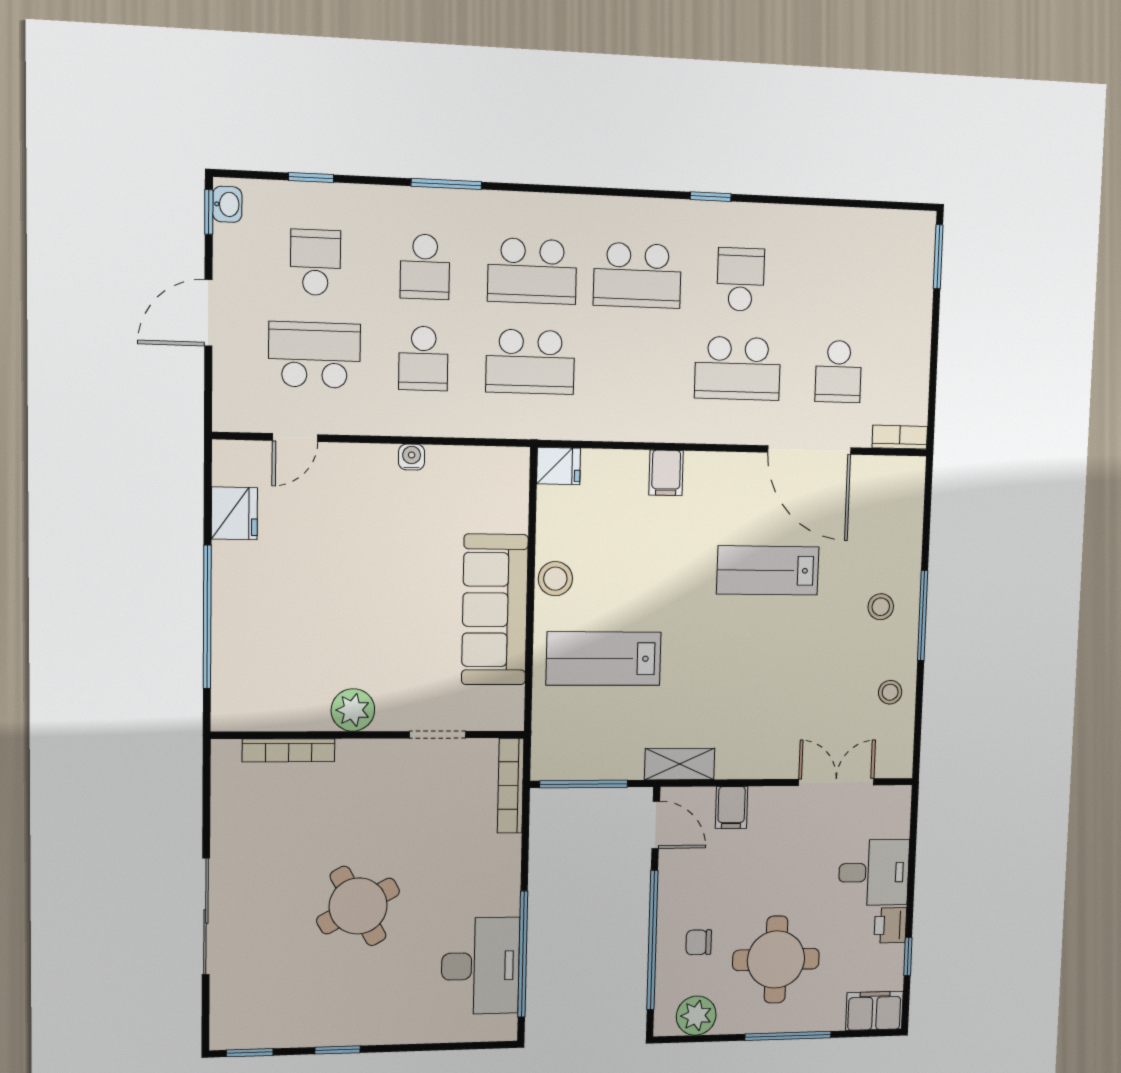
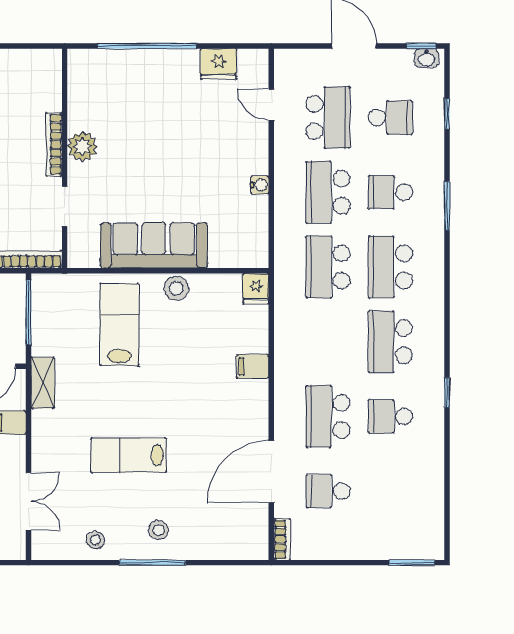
school desk: (741, 279) -> (390, 416), turned 180
school desk: (423, 358) -> (328, 192), width x1.85
lab bench: (768, 570) -> (129, 455), moved, turned -90
bookcase: (289, 750) -> (54, 144), moved

